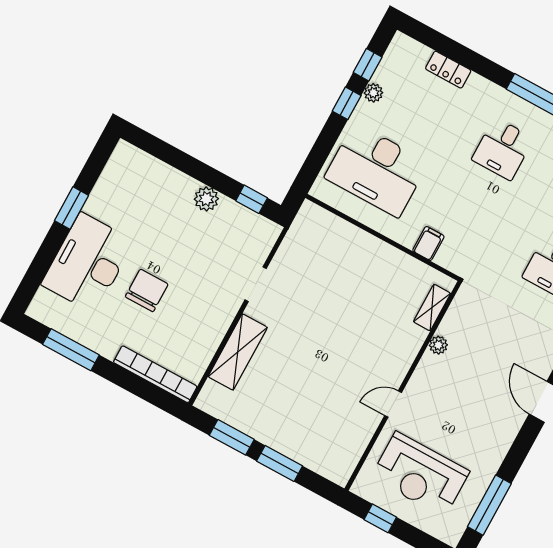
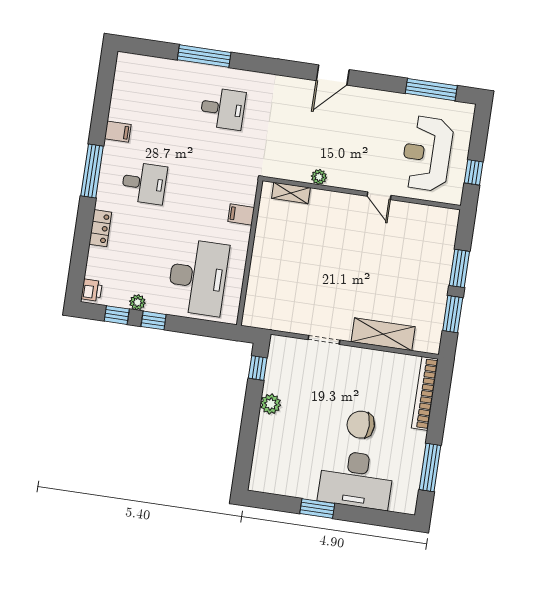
printer: (406, 47) -> (92, 290), added
locker: (448, 70) -> (100, 228), moved
reception desk: (420, 474) -> (427, 154), turned 180

